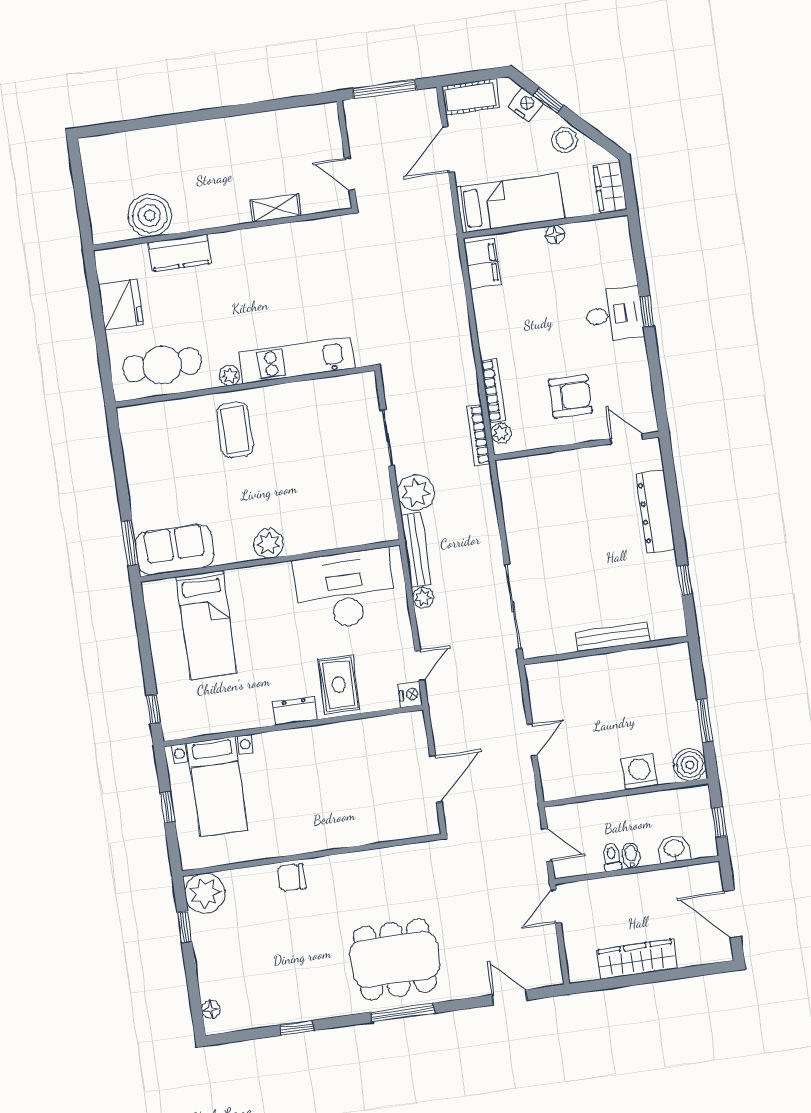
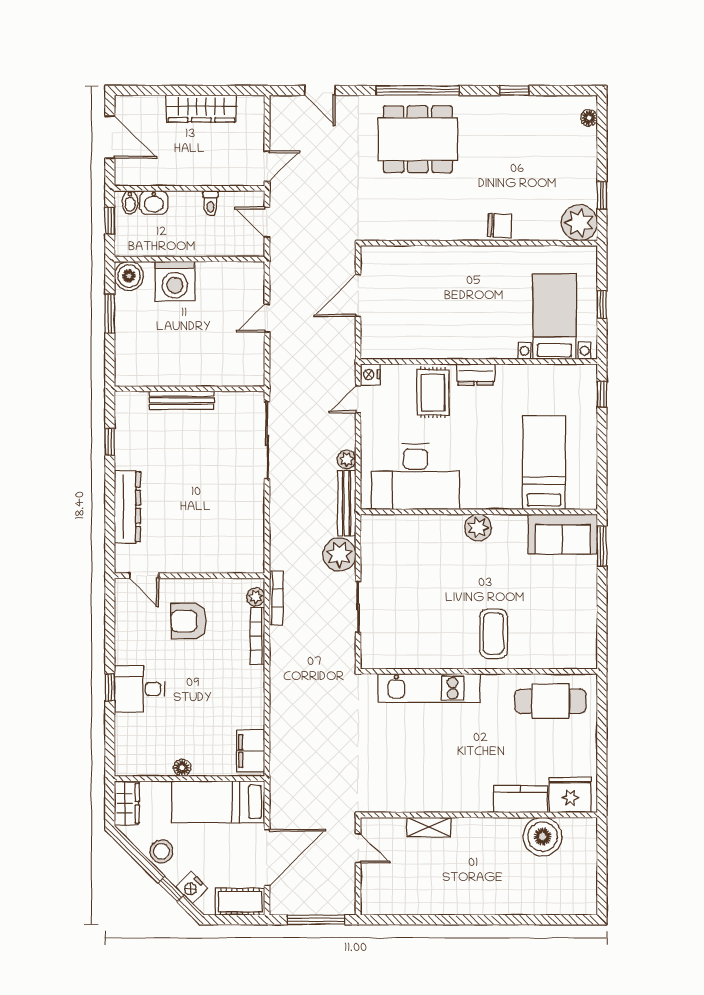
door: (448, 150) -> (267, 858), width x1.36
fridge: (121, 305) -> (570, 795), moved, turned 90
plant: (230, 376) -> (491, 683), removed
washing machine: (640, 772) -> (175, 281), width x1.37, depth x1.37
bidet: (631, 855) -> (130, 202), moved
window: (403, 1013) -> (418, 90), width x1.46

